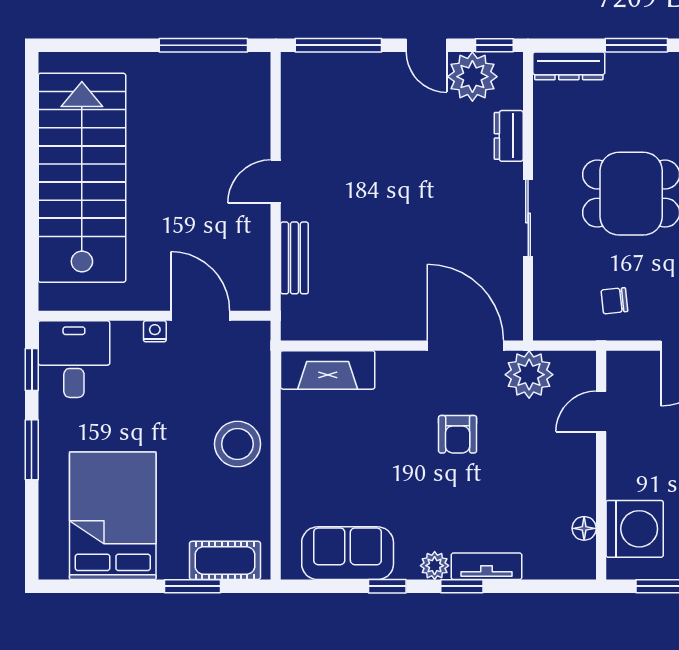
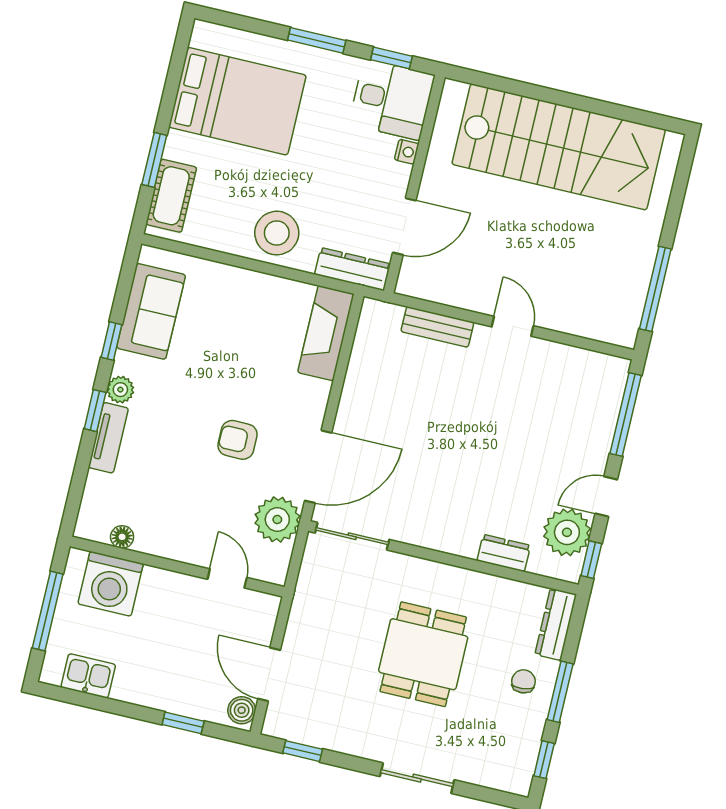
sliding door: (528, 218) -> (352, 536), moved
chair: (614, 301) -> (523, 681), moved
nightstand: (155, 331) -> (407, 152), moved
dresser: (256, 358) -> (353, 269), added

